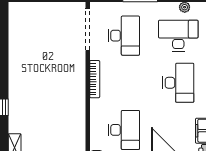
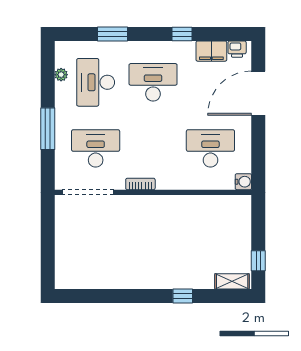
bookcase: (95, 79) -> (140, 184), width x0.64

